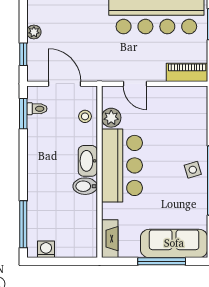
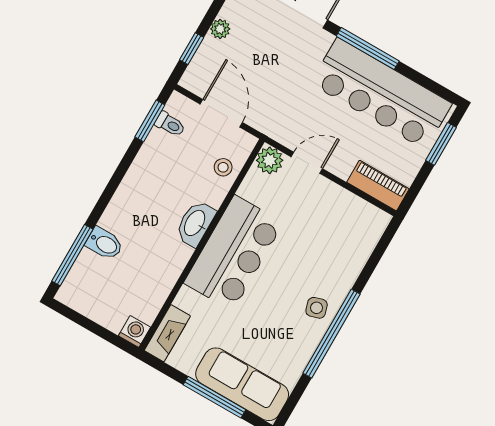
door: (135, 84) -> (307, 163), swing flipped
plant: (111, 118) -> (270, 160), moved
bidet: (85, 186) -> (104, 244), moved, turned 180
washing machine: (46, 249) -> (134, 331), moved

